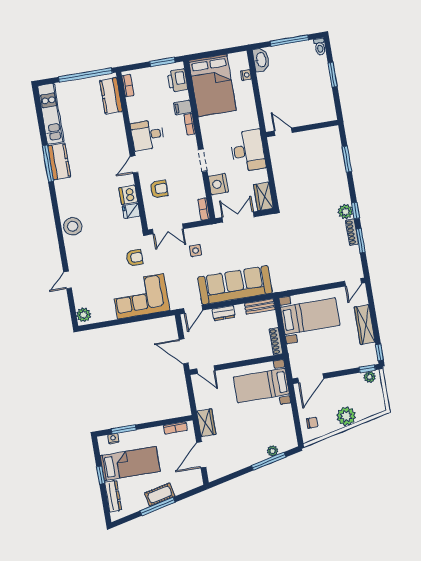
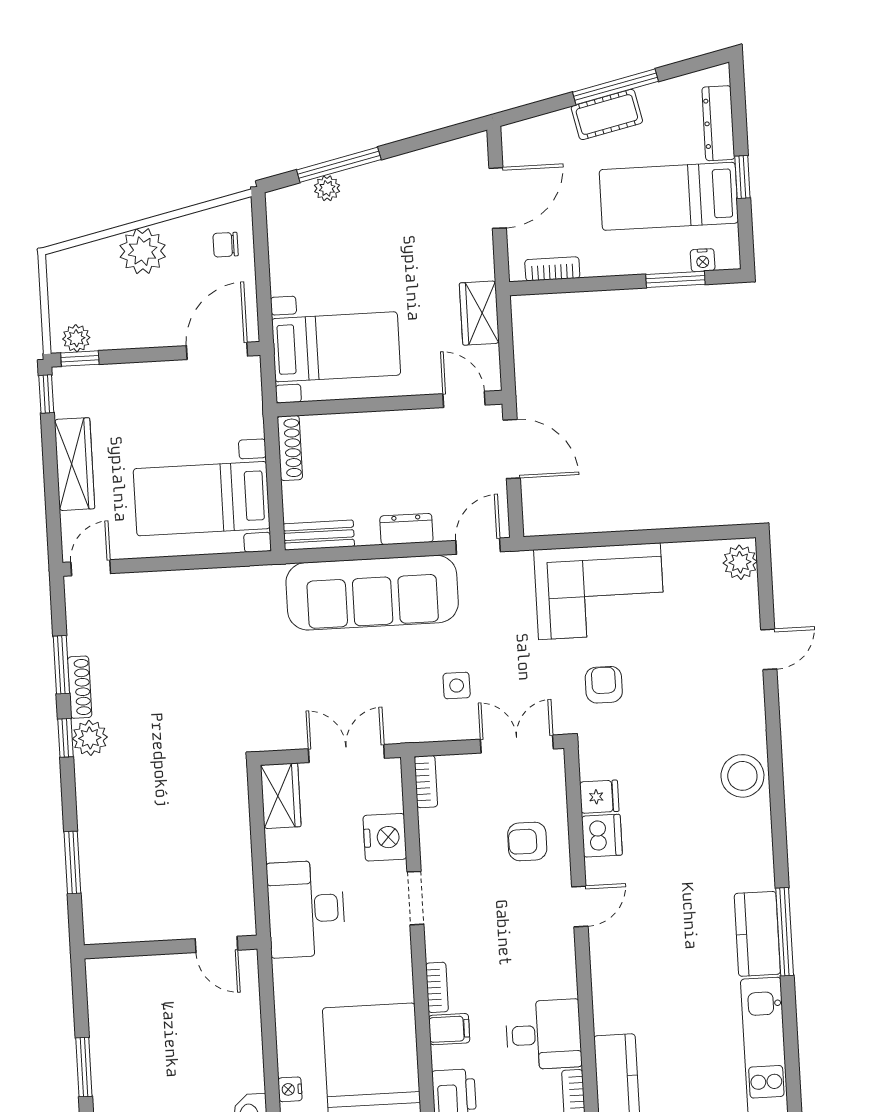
desk: (147, 135) -> (544, 1035), moved
double door: (238, 217) -> (346, 754), swing flipped
armchair: (134, 258) -> (604, 685), turned 90
wardrobe: (206, 423) -> (479, 313), moved

